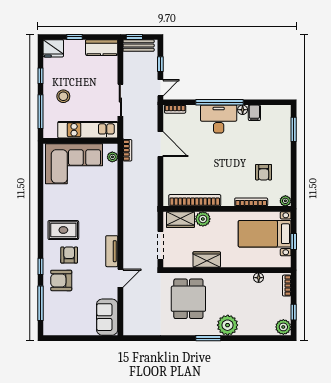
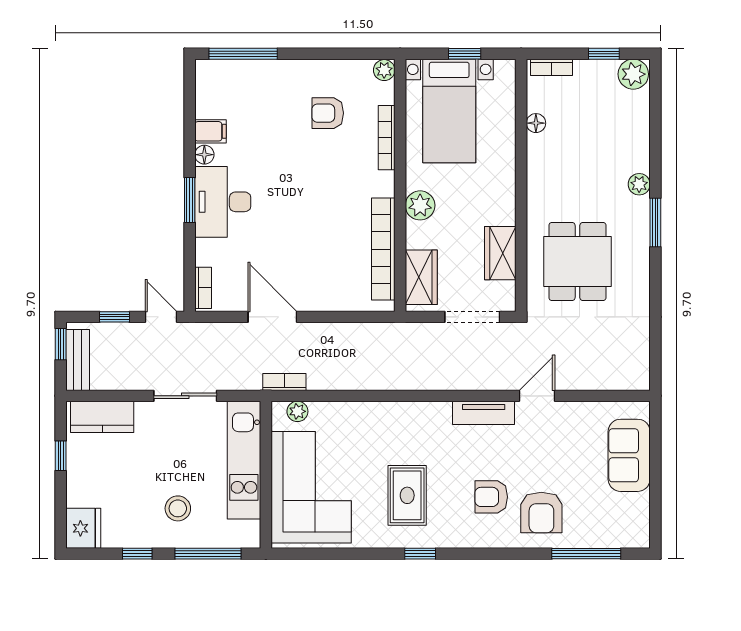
window: (75, 37) -> (61, 456), moved
window: (134, 37) -> (61, 344), moved
kitchen counter: (102, 48) -> (102, 417), moved, turned 90
window: (220, 102) -> (190, 200), width x0.47
window: (294, 129) -> (243, 54), width x1.44
door: (160, 144) -> (272, 317), hinge flipped
armchair: (264, 172) -> (328, 113), turned 180
plant: (203, 219) -> (420, 205), moved
rug: (63, 230) -> (407, 495), moved
wardrobe: (207, 260) -> (500, 253), moved
window: (40, 266) -> (420, 554), moved
door: (120, 278) -> (537, 396), hinge flipped
dining table: (188, 299) -> (577, 262), turned 90
sofa: (107, 317) -> (629, 455), moved, turned 90
plant: (228, 325) -> (639, 184), width x0.53, depth x0.53

